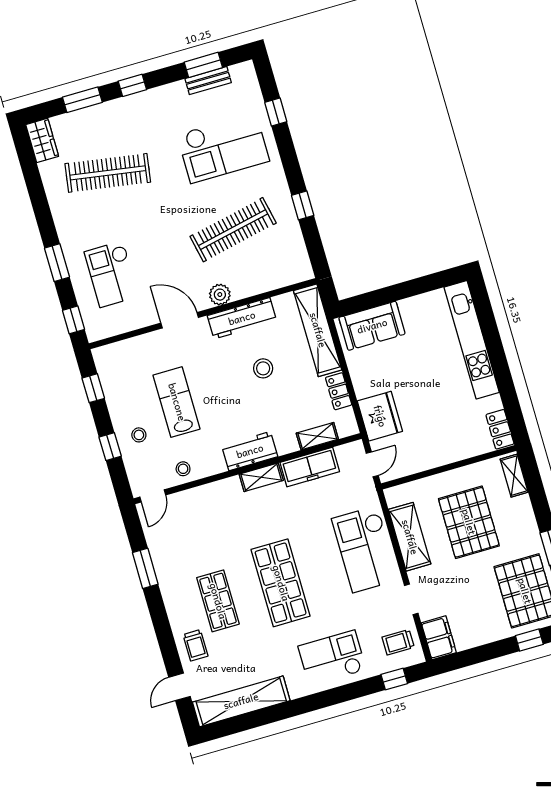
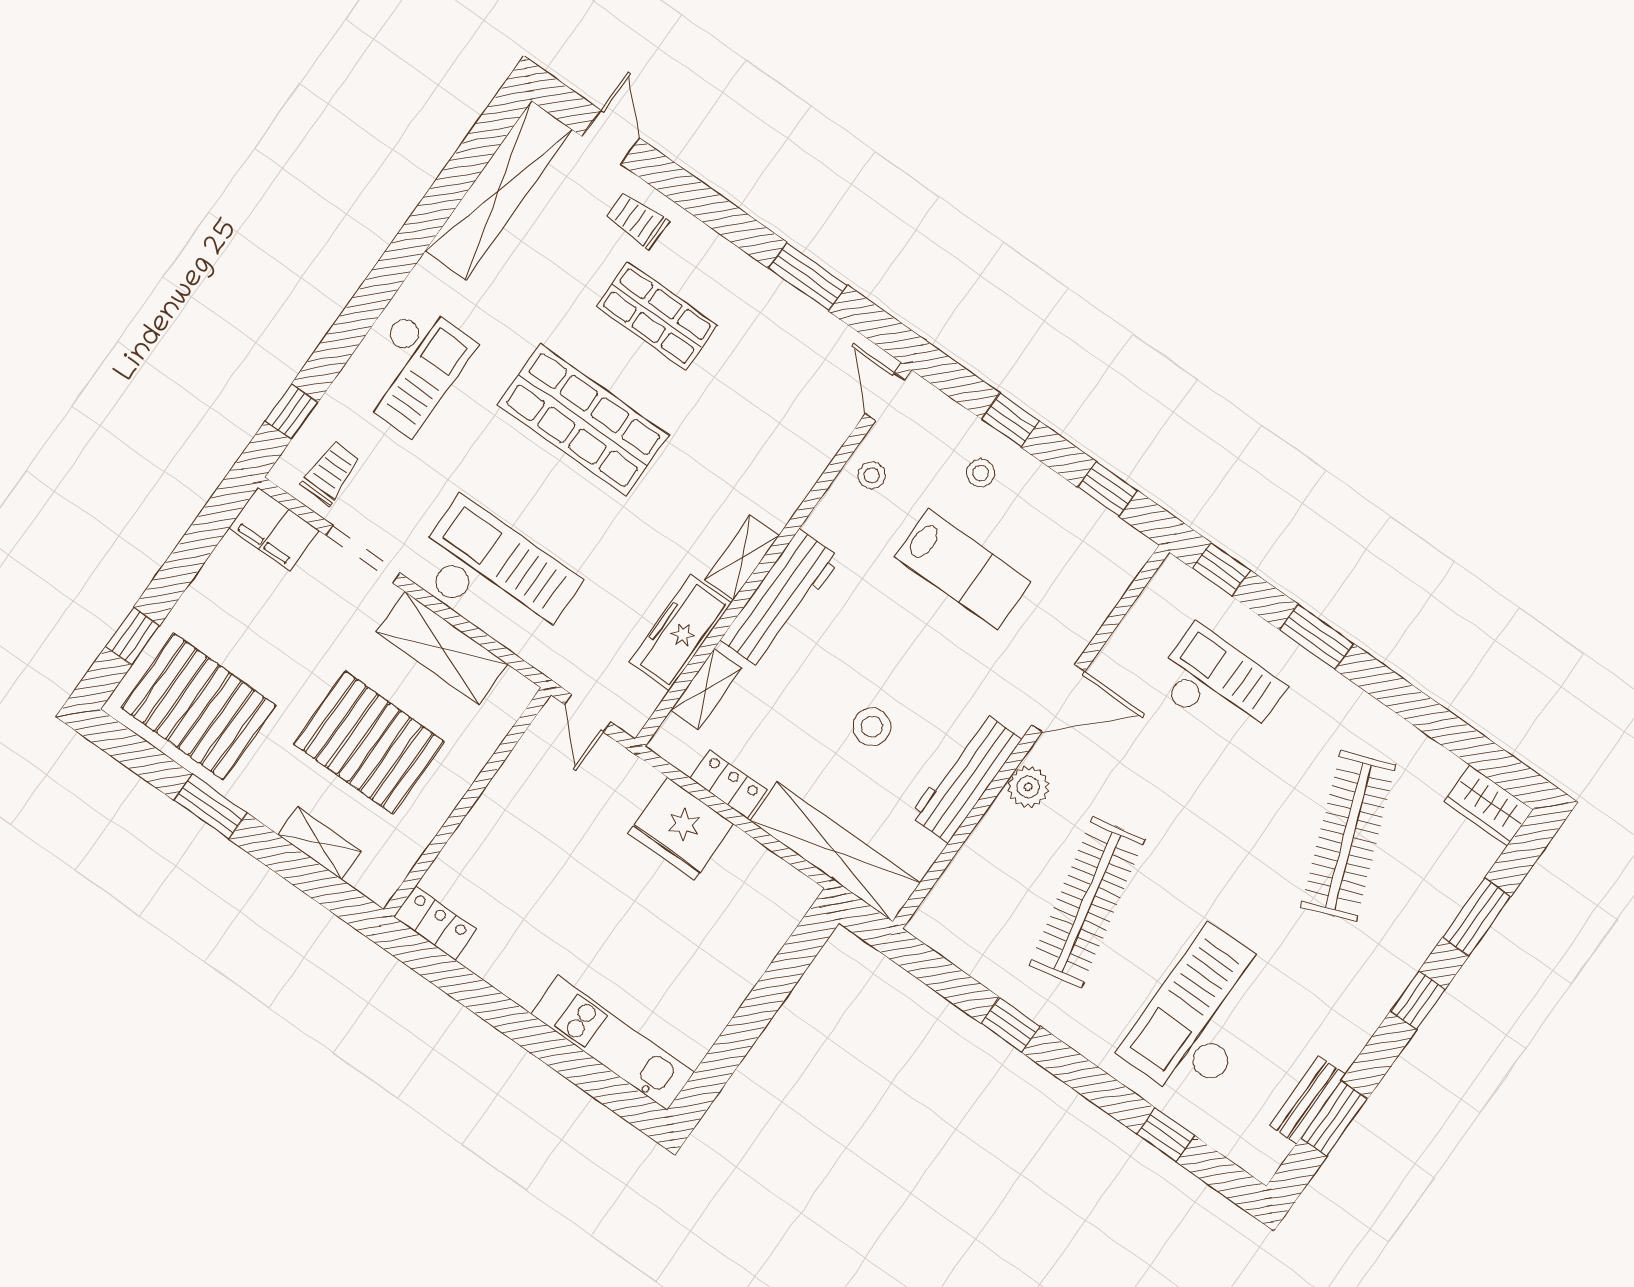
clothes rail: (108, 173) -> (1348, 836), turned -30
sofa: (372, 326) -> (757, 925), removed
kitchen unit: (472, 340) -> (613, 1043), width x0.73
fridge: (380, 416) -> (681, 829), moved
workbench: (250, 451) -> (781, 599), width x1.38
shelving: (514, 476) -> (319, 843), moved
doorway: (411, 599) -> (363, 554), width x1.38

